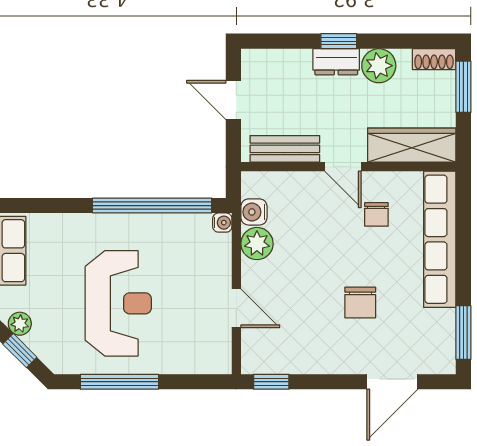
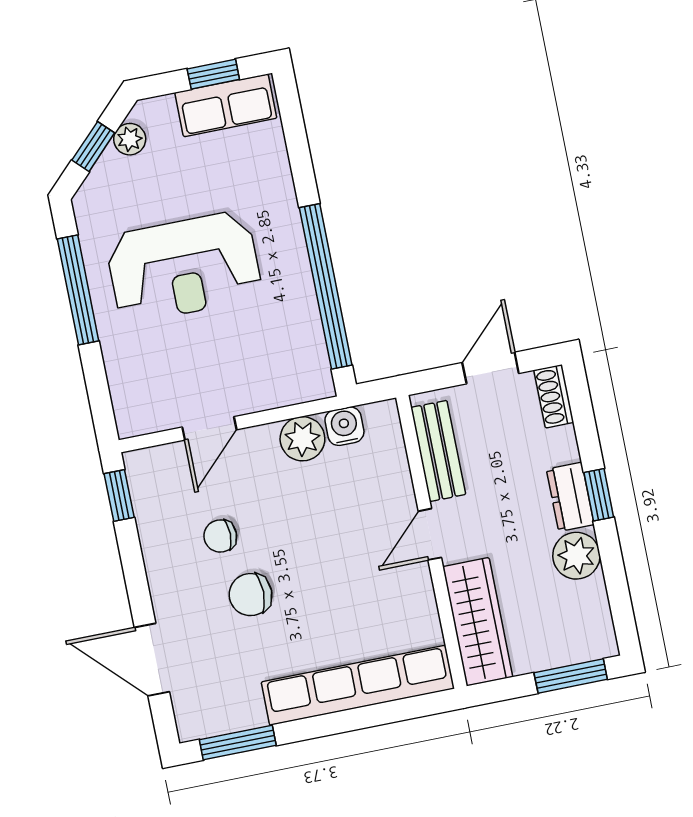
shoe rack: (434, 59) -> (554, 396), moved
chair: (376, 214) -> (220, 536), moved
water cooler: (222, 223) -> (322, 386), removed

